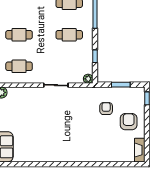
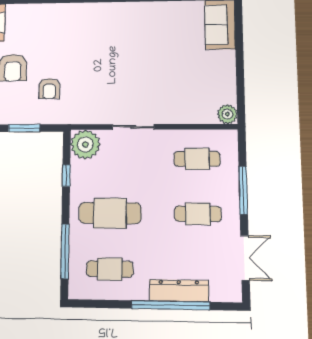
cafe table: (69, 35) -> (110, 213), width x1.37, depth x1.35
plant: (88, 79) -> (85, 144), width x1.88, depth x1.88

